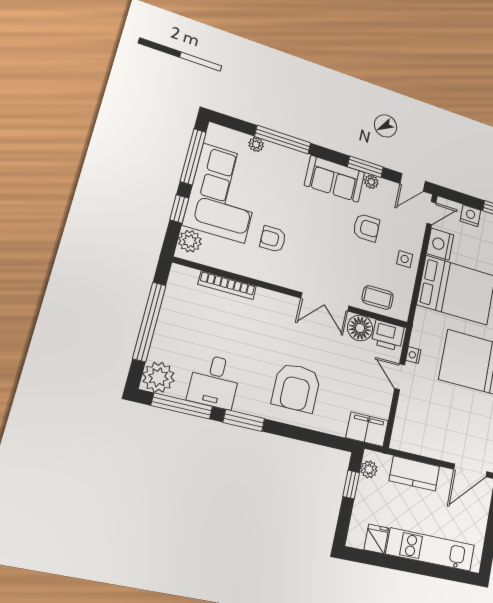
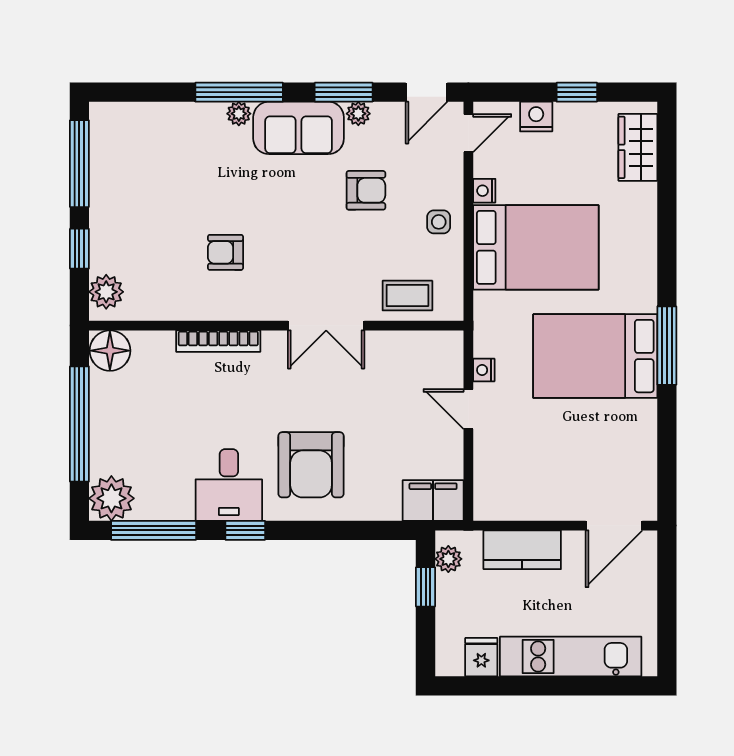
window: (283, 140) -> (239, 92), moved
plant: (256, 144) -> (239, 114), moved
corner sofa: (224, 193) -> (137, 205), removed
nightstand: (440, 244) -> (484, 191), width x0.53, depth x0.56
bookcase: (227, 285) -> (218, 341), moved
floor lamp: (360, 328) -> (110, 351), moved
printer: (388, 335) -> (436, 350), removed
desk: (214, 381) -> (229, 485), moved
window: (244, 421) -> (245, 530), width x0.67

